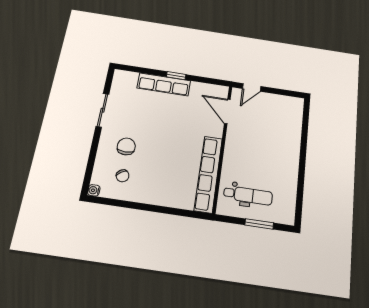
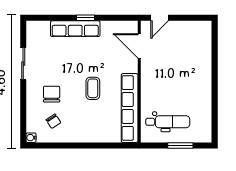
coffee table: (172, 147) -> (93, 88), added

